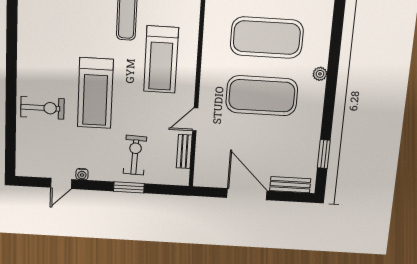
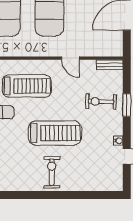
exercise bike: (42, 108) -> (52, 172), moved
bench: (184, 151) -> (110, 65), moved

